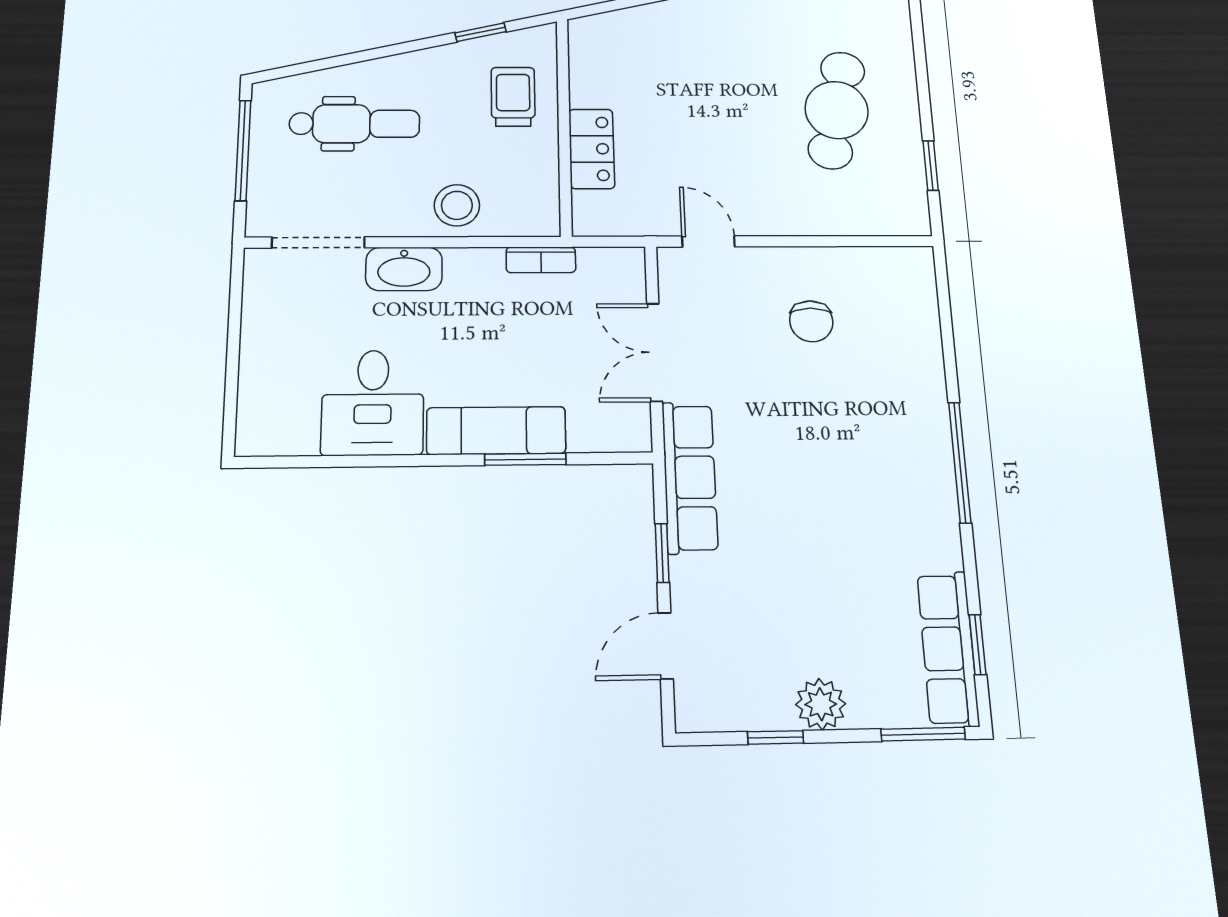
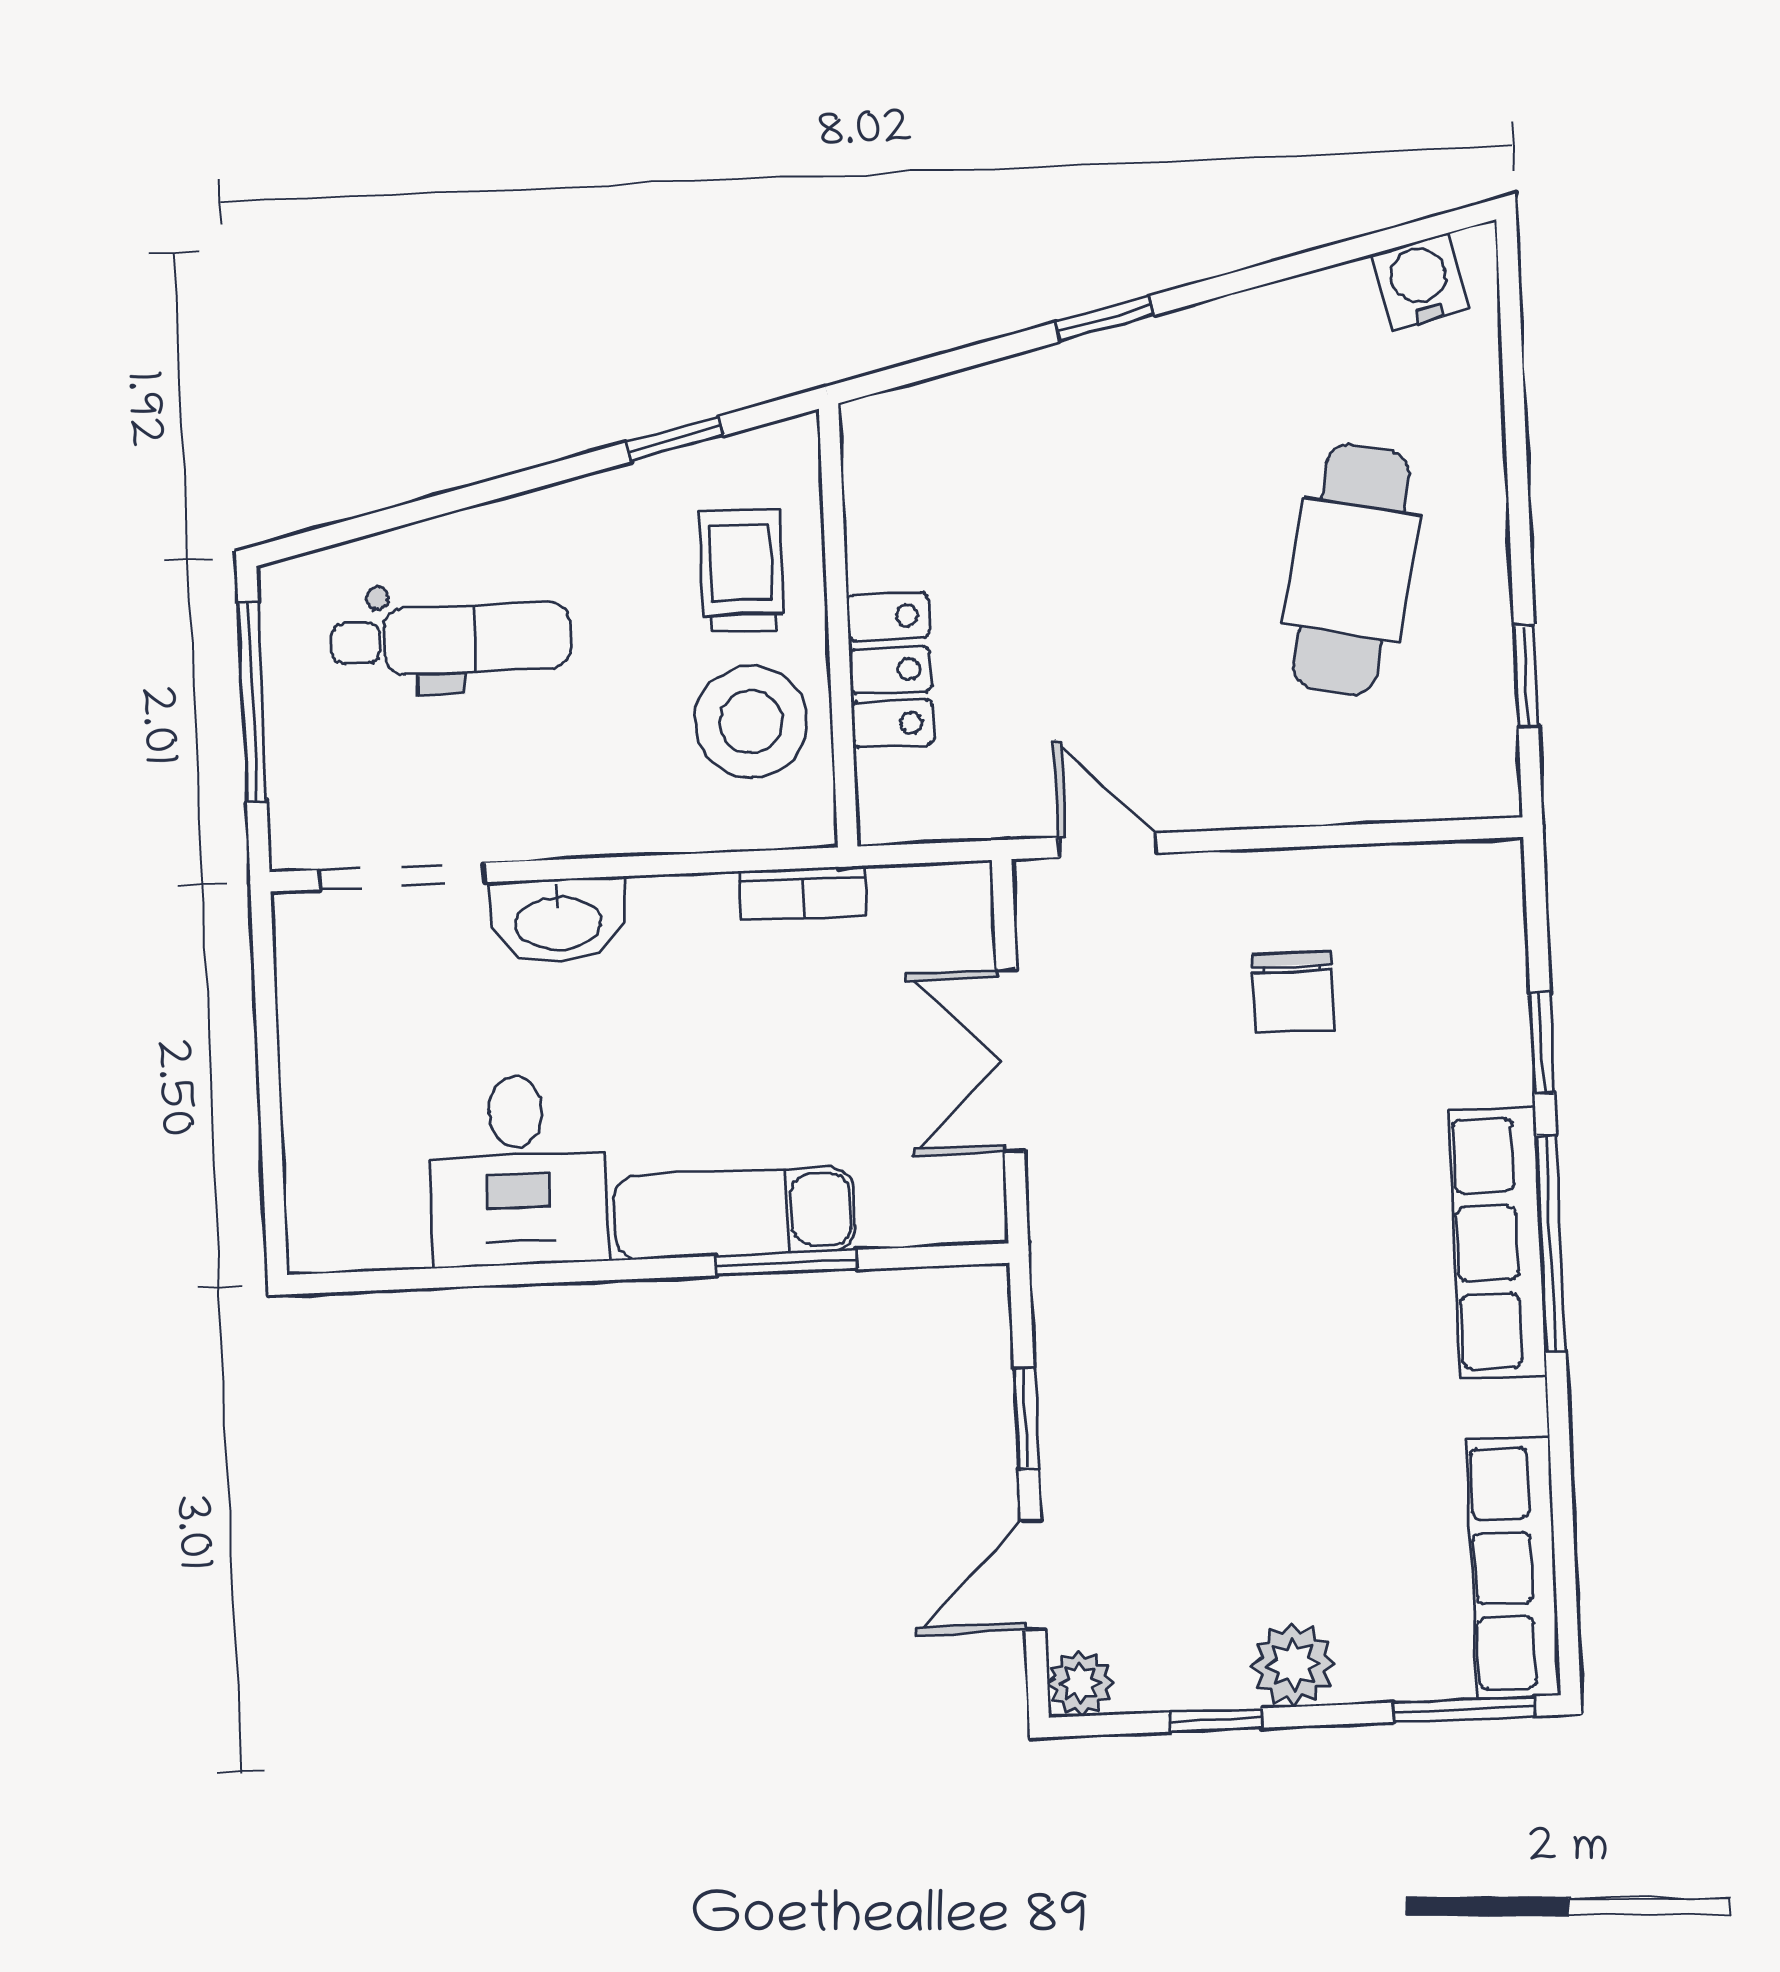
stool: (457, 205) -> (751, 722), moved, width x1.38, depth x1.38
row of seats: (690, 477) -> (1498, 1243), moved, turned 180
window: (978, 645) -> (1542, 1043), moved
plant: (694, 713) -> (1080, 1683), added

